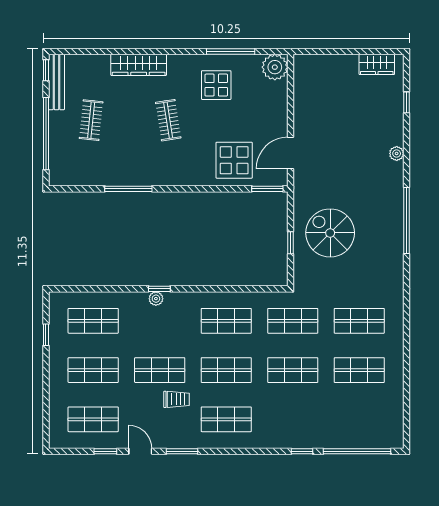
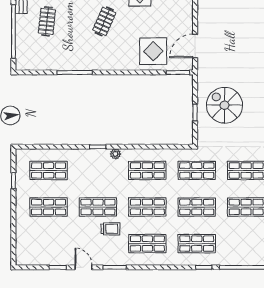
clothes rail: (168, 120) -> (104, 21), turned 33
plant: (156, 299) -> (115, 154), moved
shop shelf: (93, 419) -> (197, 244), moved

